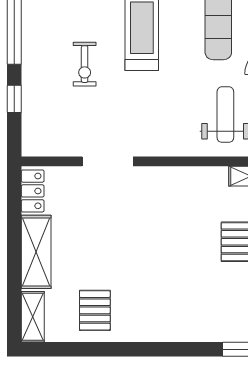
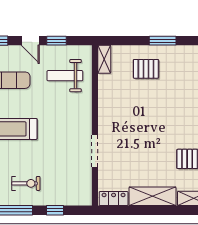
exercise bike: (85, 64) -> (26, 183), moved

